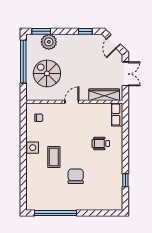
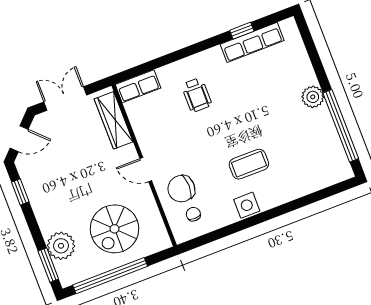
chair: (76, 176) -> (181, 189), moved
row of seats: (117, 183) -> (252, 42), added
plant: (76, 204) -> (313, 97), added

